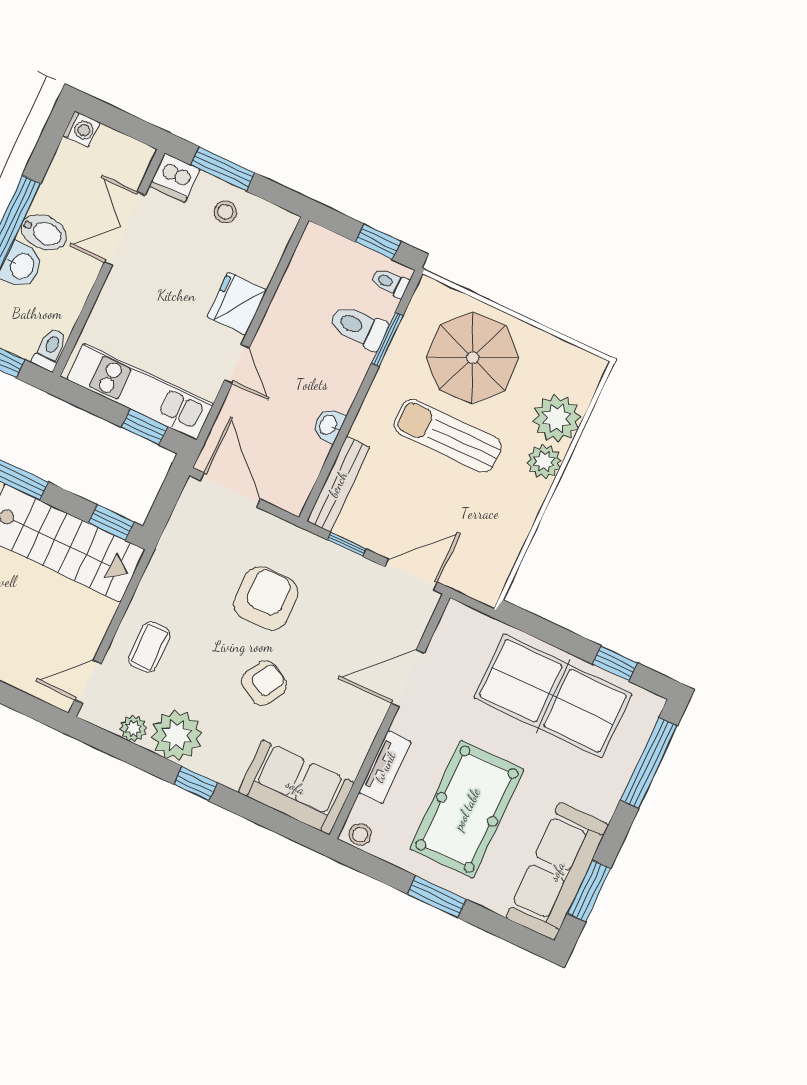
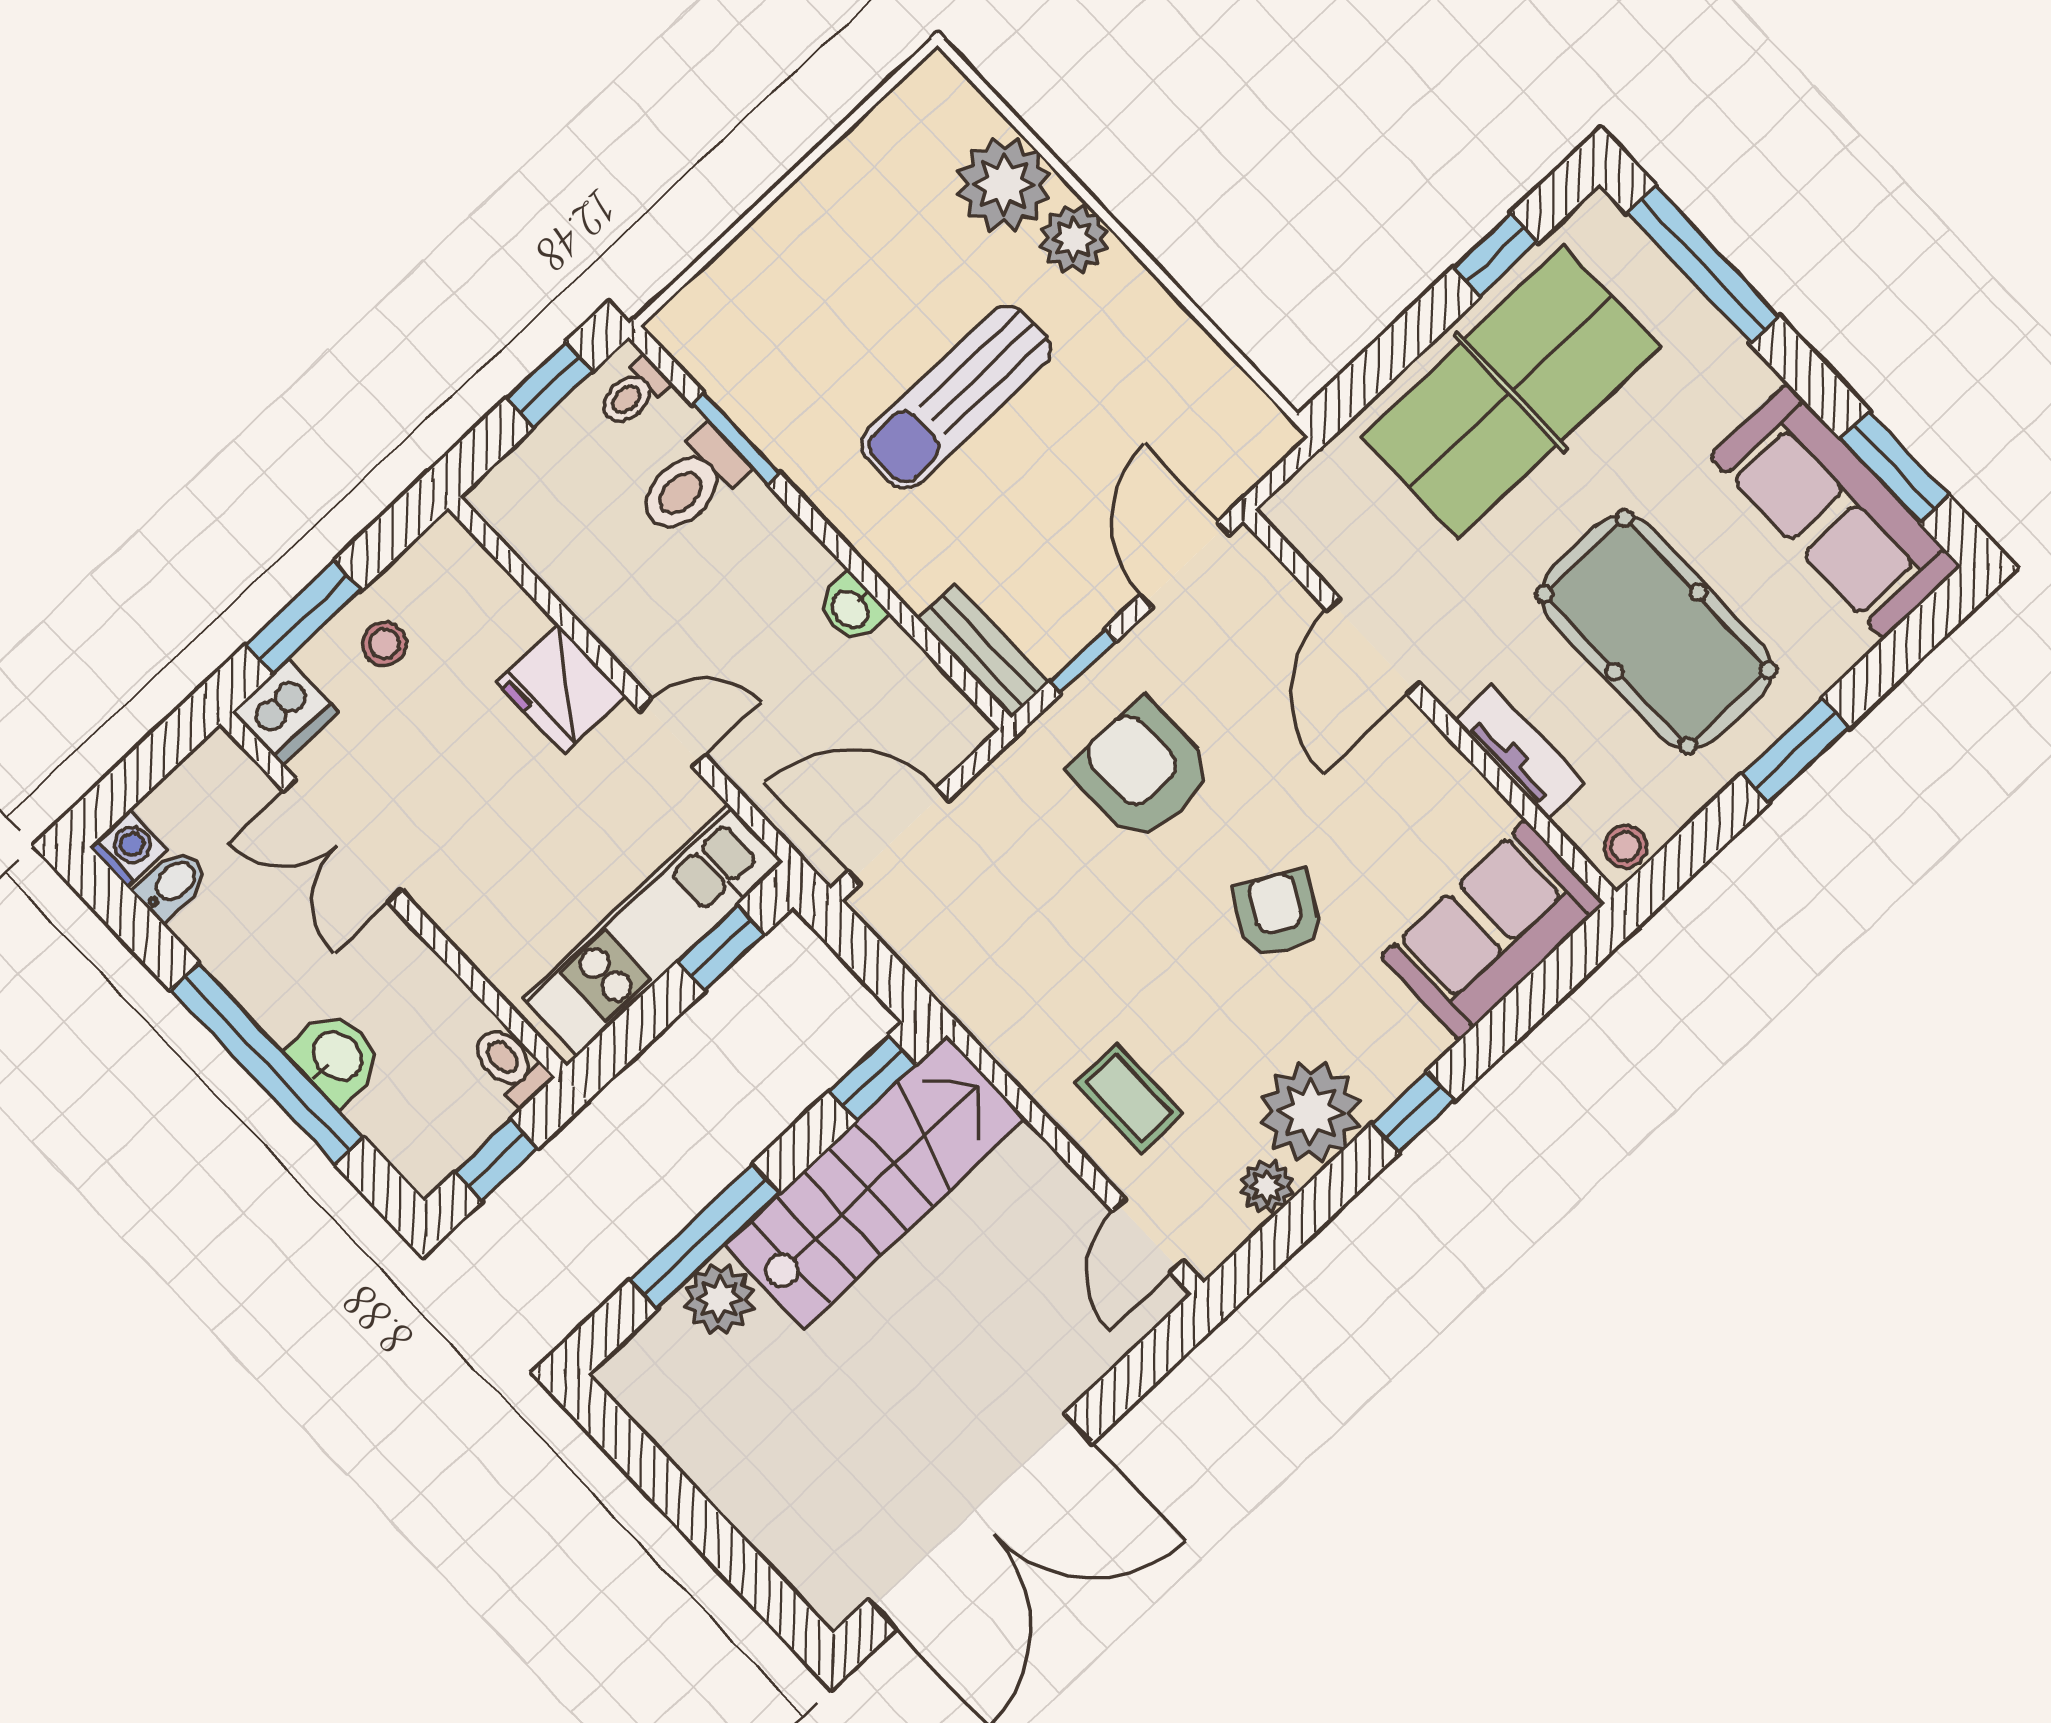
bidet: (44, 232) -> (172, 884), moved, width x0.72, depth x0.74
parasol: (473, 358) -> (831, 295), removed
bench: (338, 484) -> (983, 651), width x0.73
armchair: (266, 598) -> (1142, 771), moved

